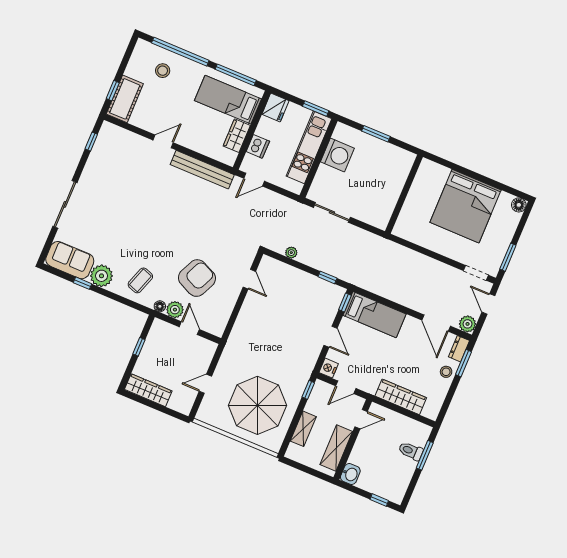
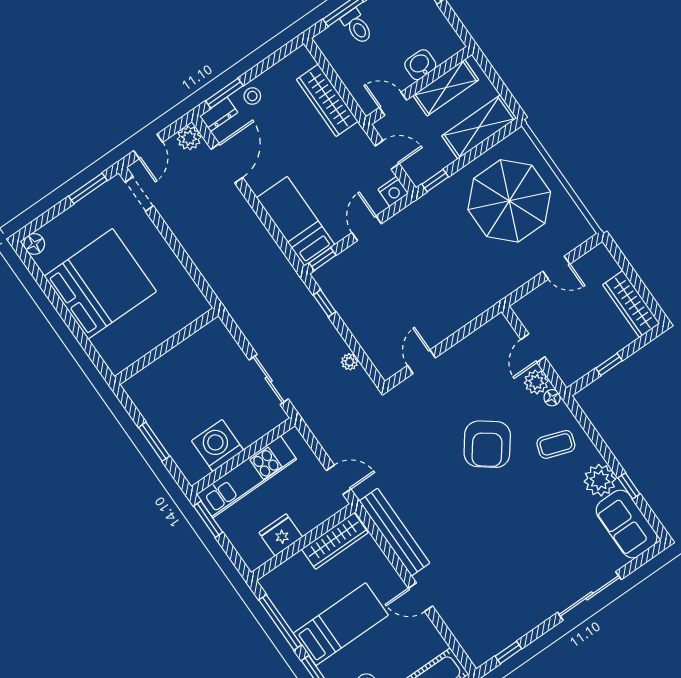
bed: (228, 100) -> (341, 624), moved, turned -90
fridge: (275, 107) -> (281, 535), moved
wardrobe: (237, 136) -> (335, 541), width x1.50
dishwasher: (258, 146) -> (308, 518), removed
armchair: (197, 278) -> (487, 444), moved, turned -78
shelving: (303, 429) -> (479, 127), width x1.50, depth x1.33
washbasin: (350, 474) -> (420, 65), moved

